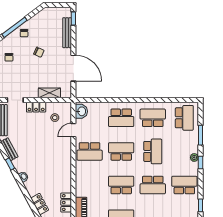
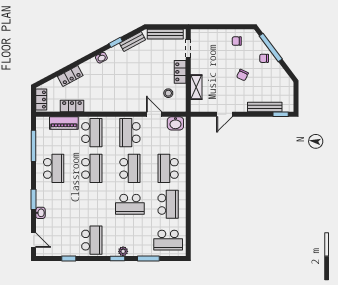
door: (73, 68) -> (225, 114), width x0.53
school desk: (153, 185) -> (92, 133), moved, turned 180

